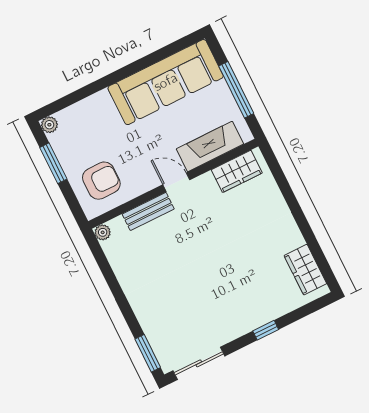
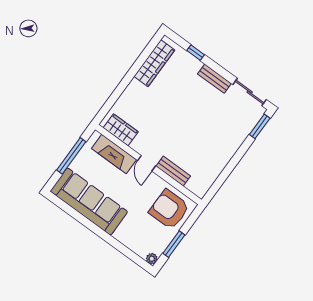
armchair: (101, 181) -> (169, 209), width x1.36, depth x1.36
plant: (103, 232) -> (200, 192), removed
wardrobe: (305, 270) -> (154, 63), width x1.50
bench: (240, 327) -> (214, 79), added
window: (266, 330) -> (196, 53), moved

